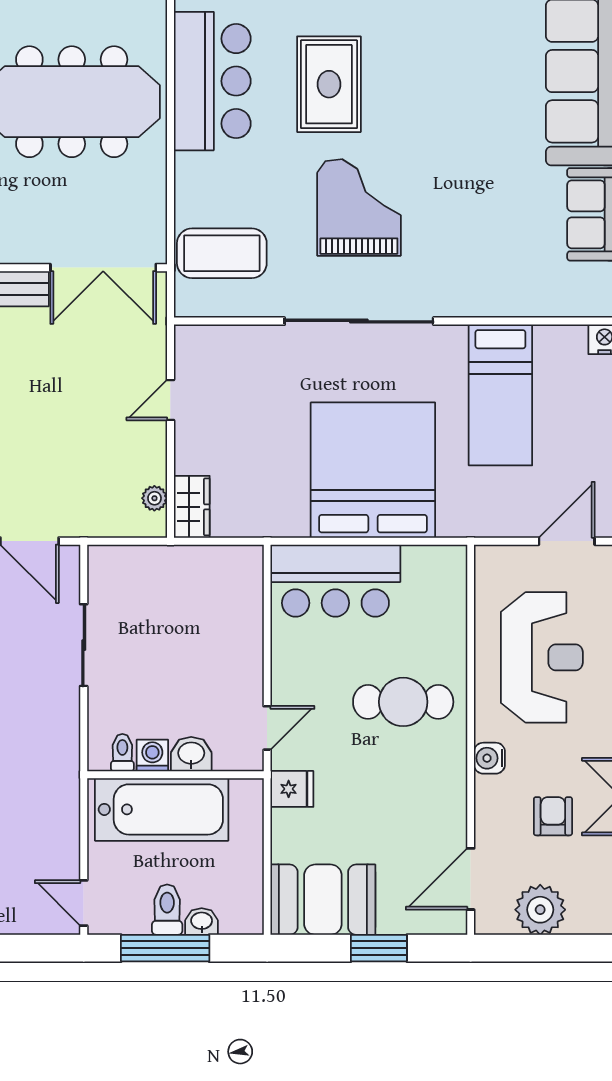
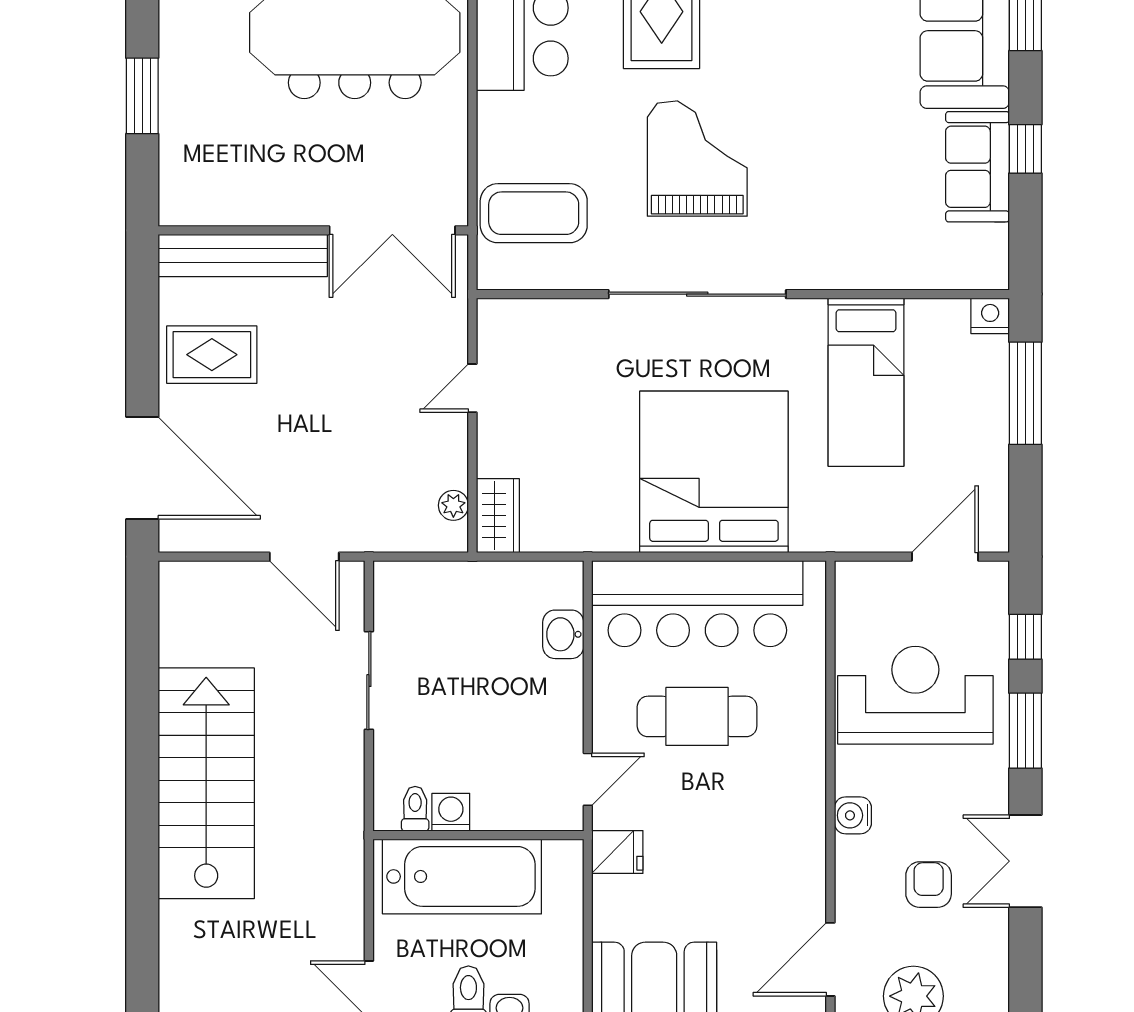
bar counter: (335, 581) -> (697, 604), width x1.36
reception desk: (542, 657) -> (915, 695), turned -90
cafe table: (403, 702) -> (697, 716), moved
washbasin: (191, 754) -> (563, 634), moved, turned -90

